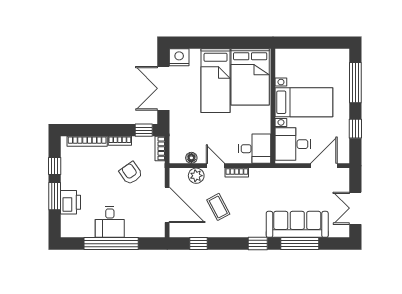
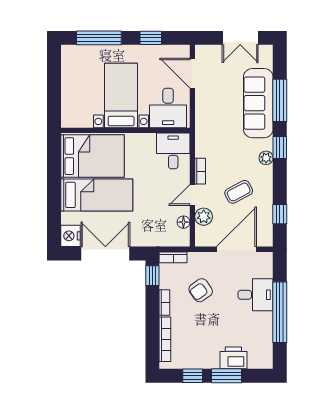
double door: (163, 88) -> (105, 253), swing flipped
desk: (110, 222) -> (256, 295), moved
plant: (249, 231) -> (266, 158), added

